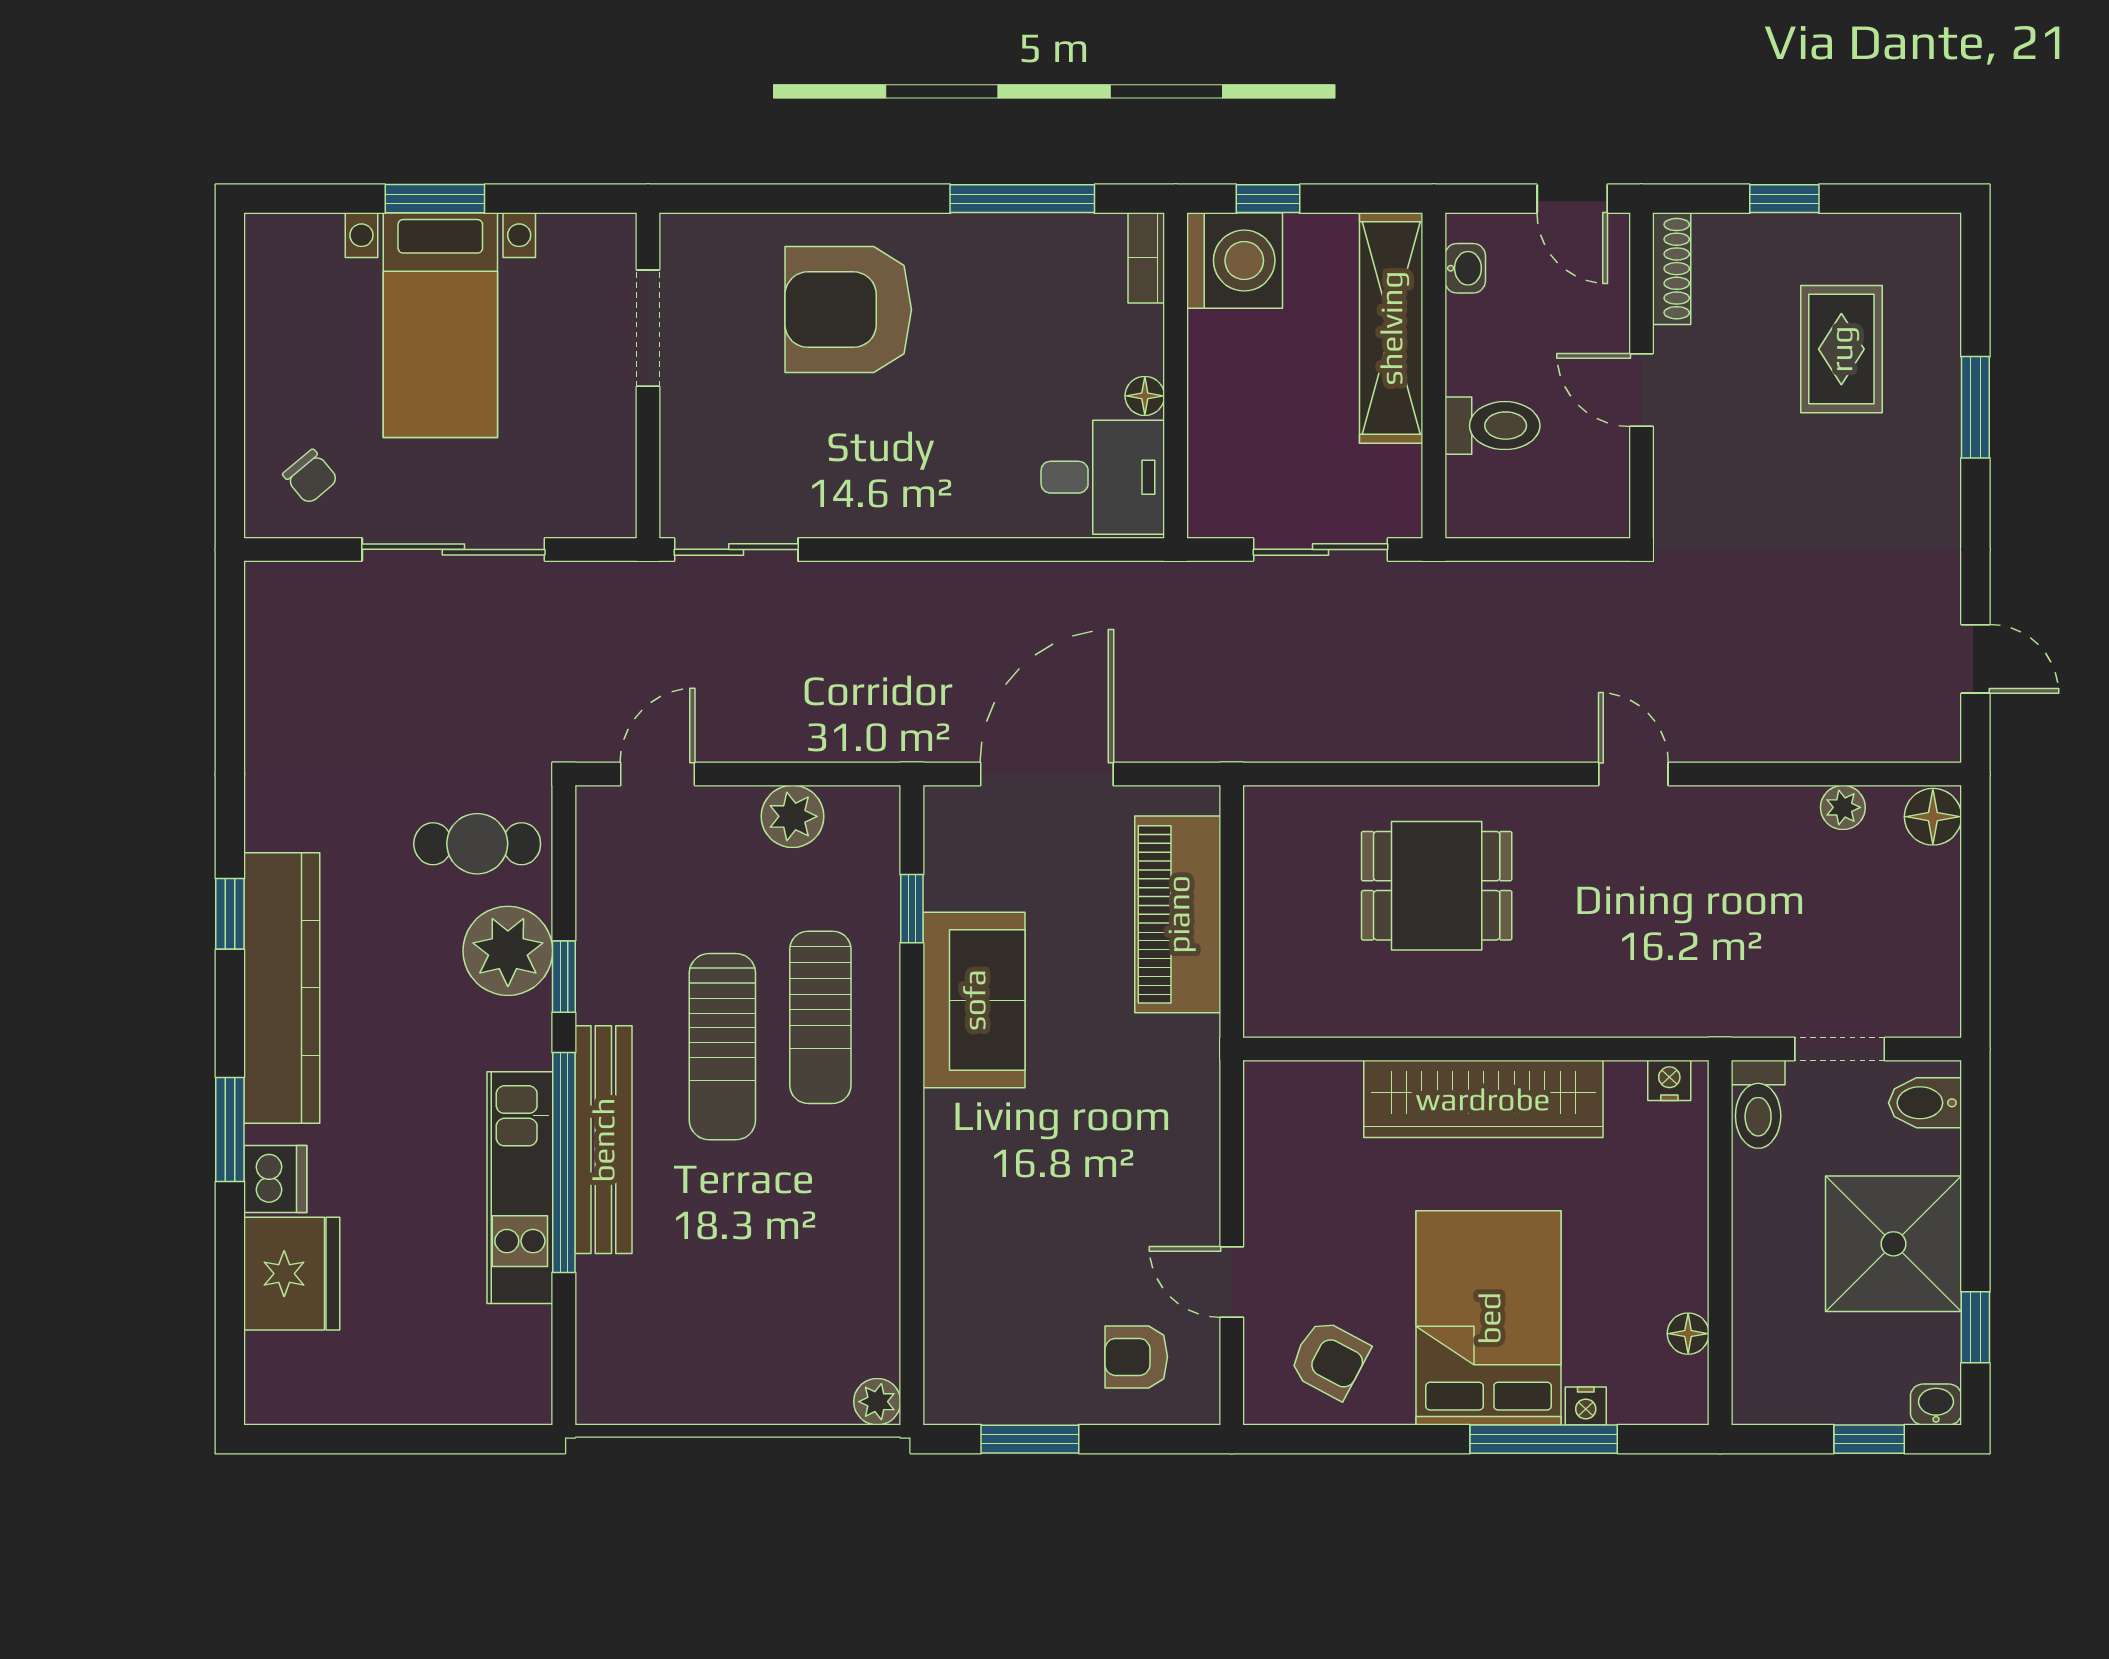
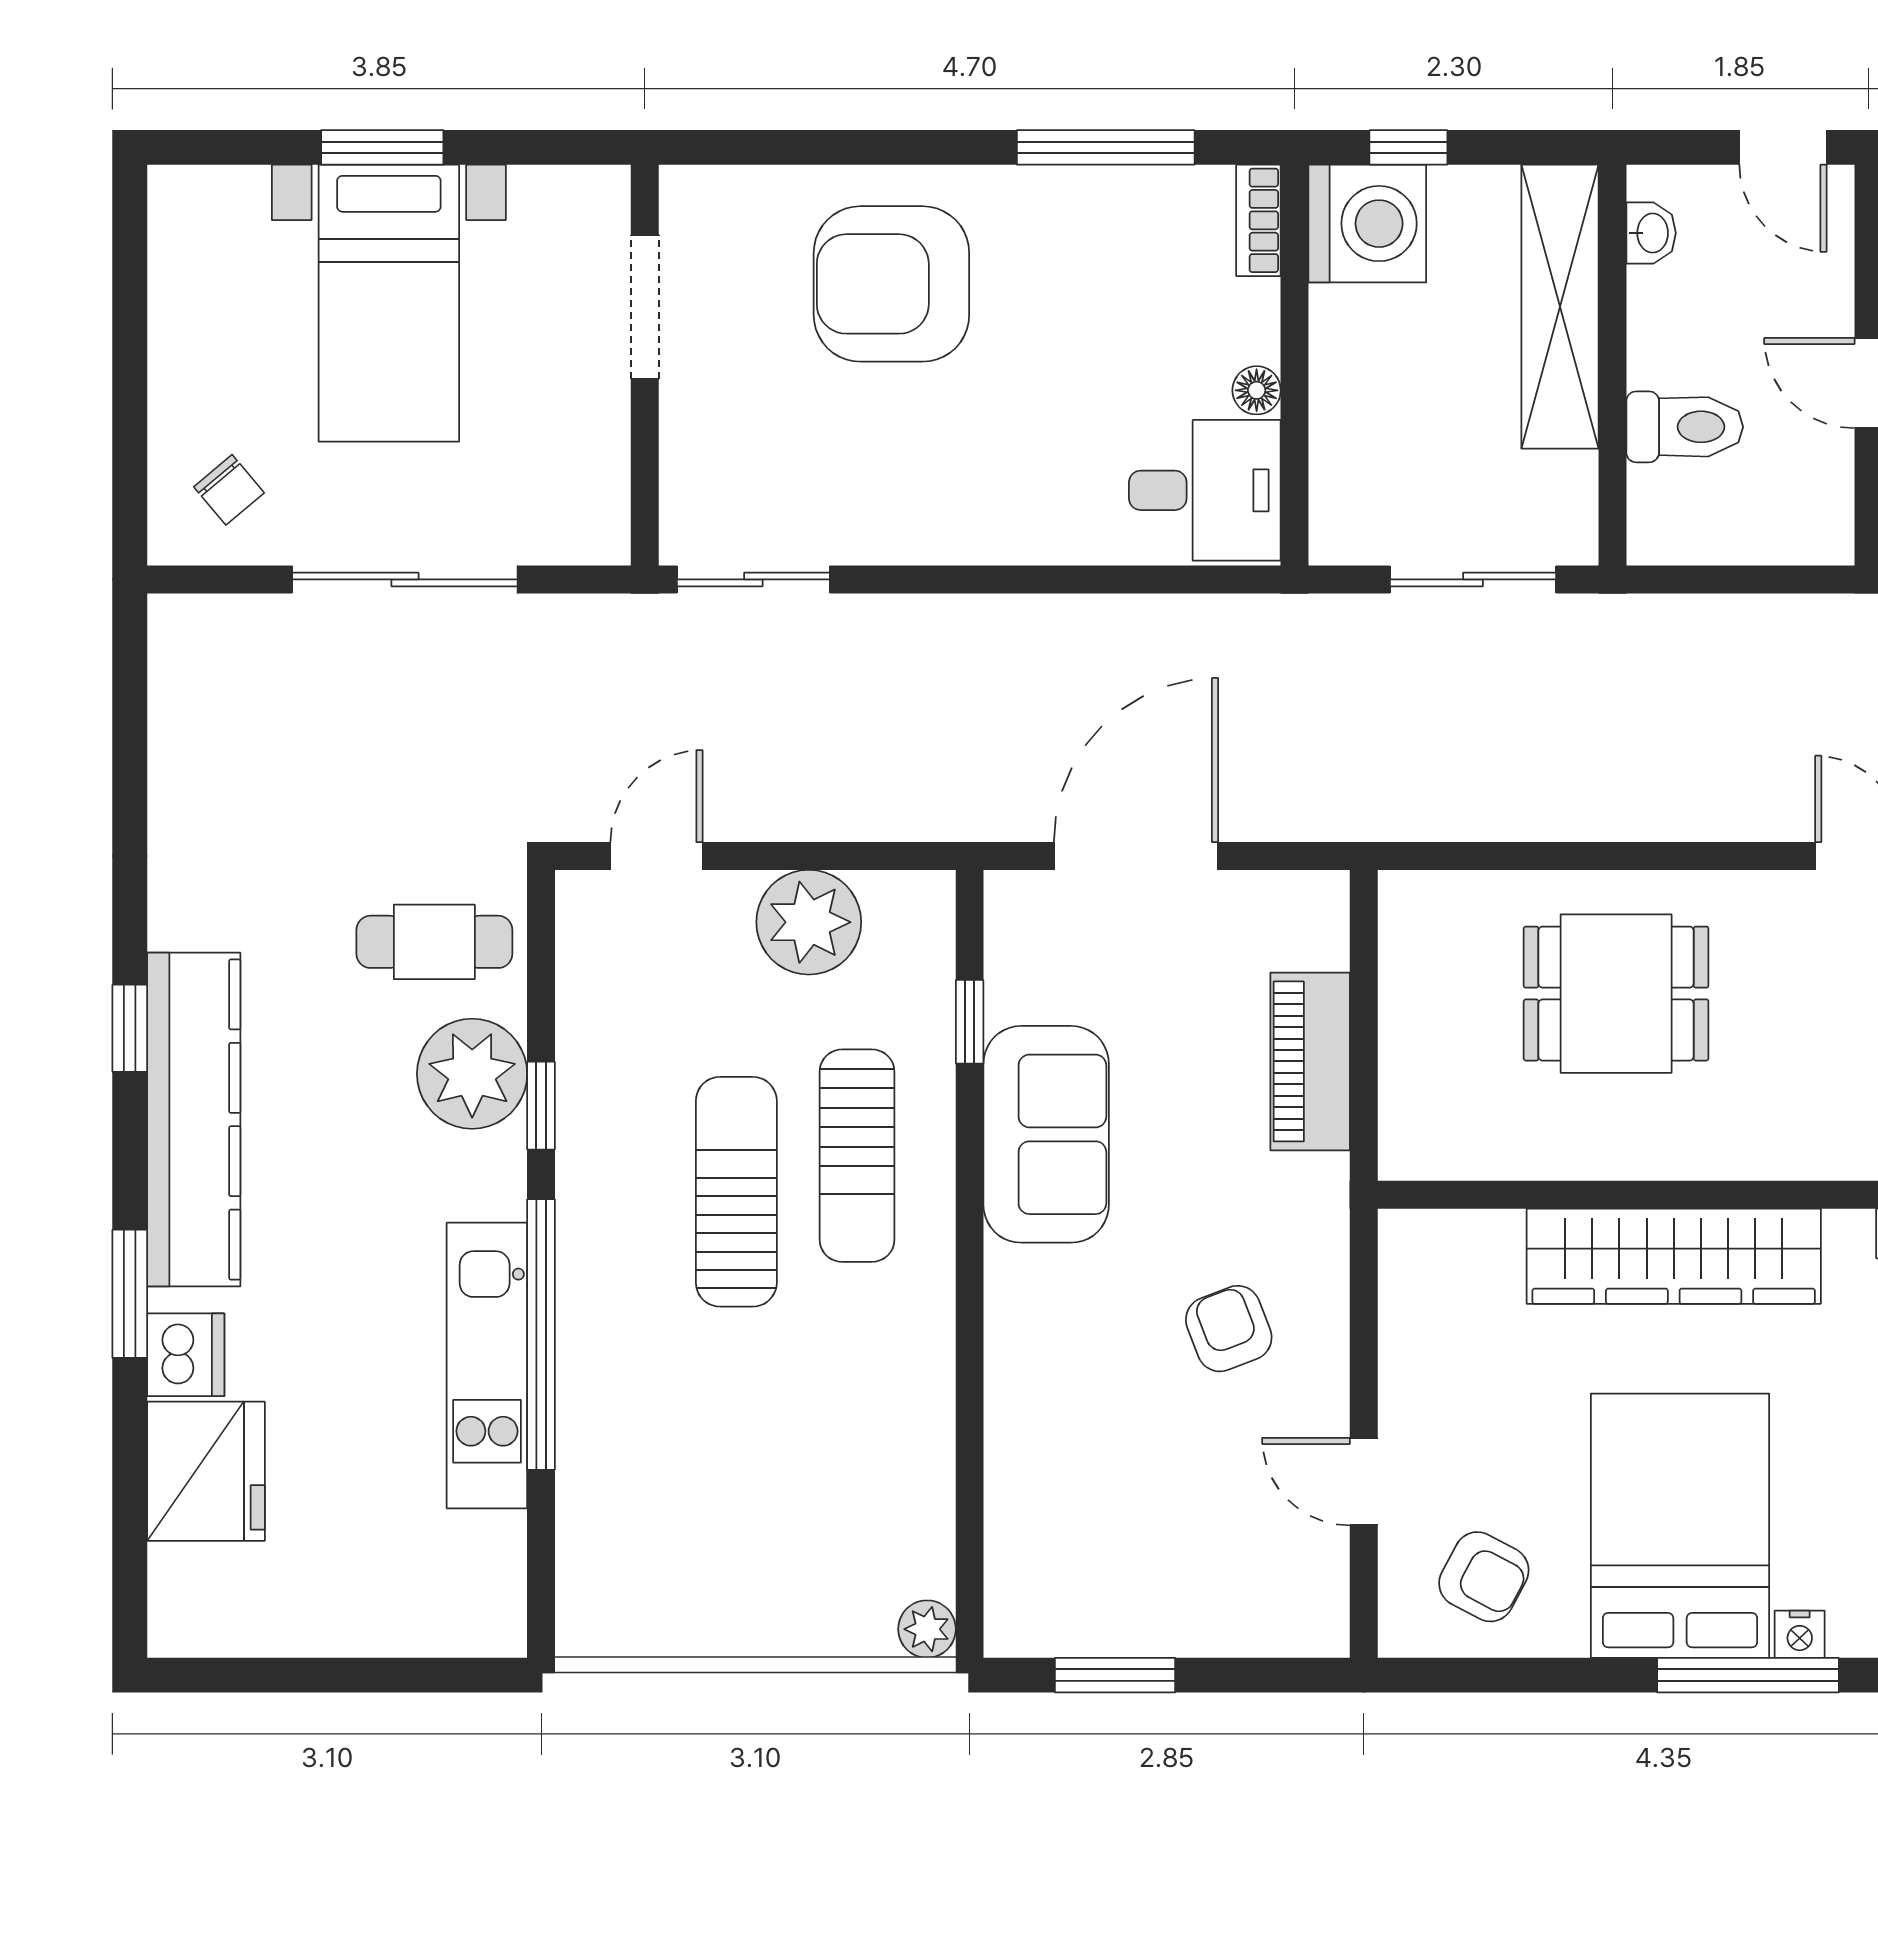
plant: (793, 816) -> (809, 922), width x1.36, depth x1.36
piano: (1178, 914) -> (1310, 1061), width x0.73, depth x0.75
sun lounger: (722, 1047) -> (736, 1192), turned 180
bench: (603, 1140) -> (590, 1306), removed
armchair: (1136, 1357) -> (1229, 1329), moved, turned 69

